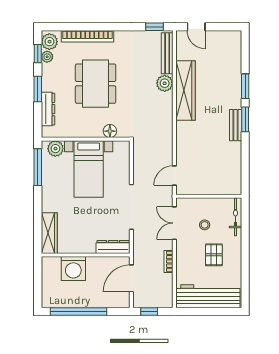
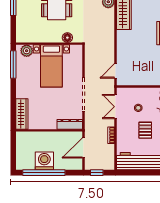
dresser: (48, 109) -> (21, 21), removed
washing machine: (73, 268) -> (44, 161), moved, turned 180

